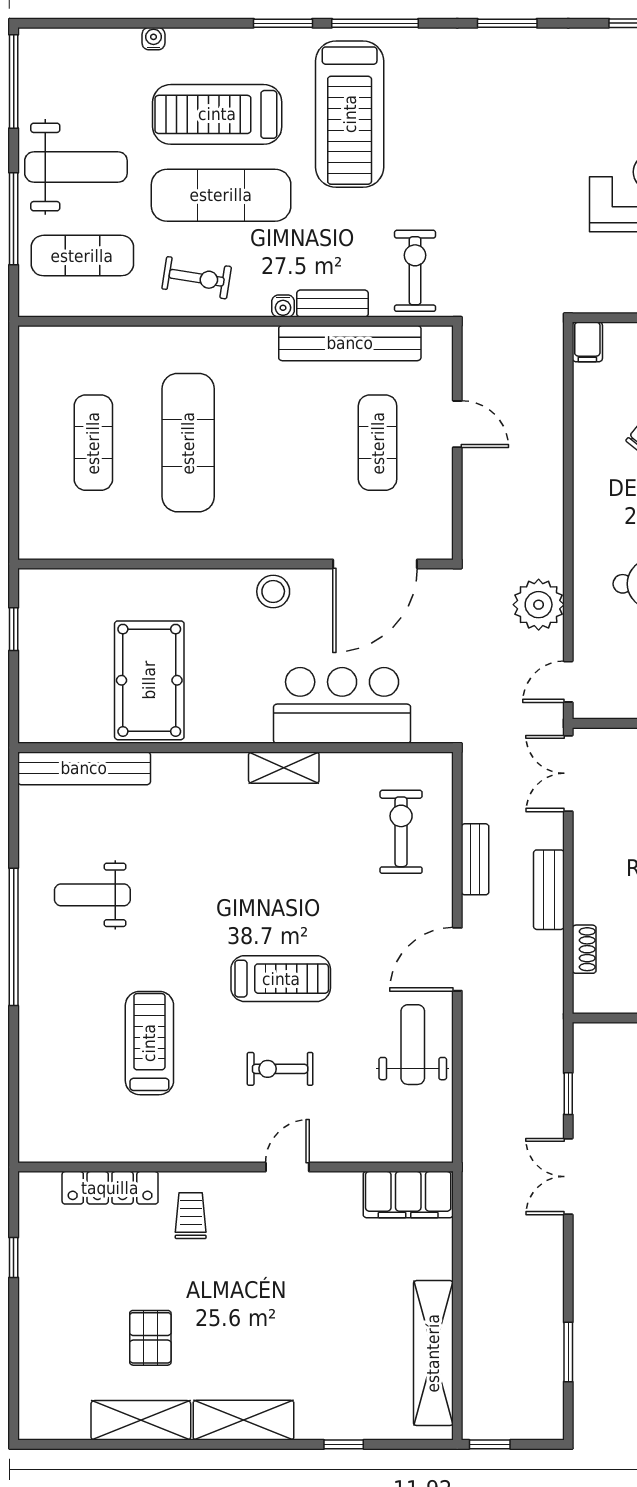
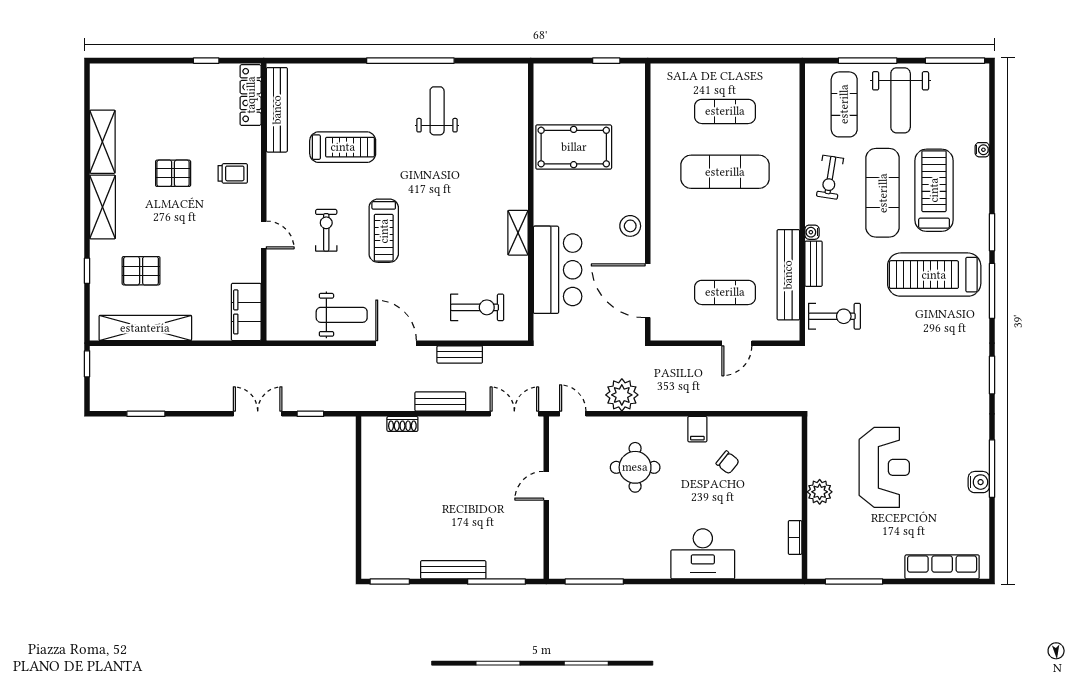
filing cabinet: (587, 342) -> (697, 429), moved, turned -90
bench: (84, 768) -> (277, 110), moved
locker: (110, 1188) -> (251, 95), moved
pallet: (150, 1338) -> (173, 173), moved
pallet: (344, 1360) -> (141, 271), added

